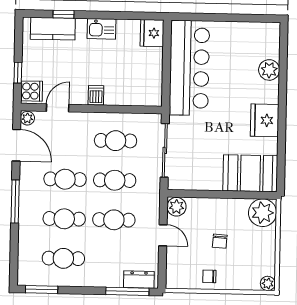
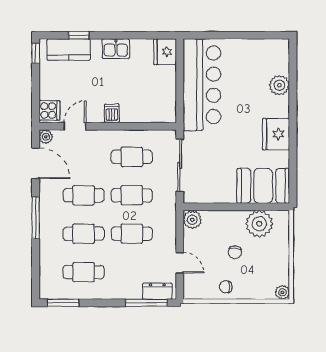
window: (18, 73) -> (36, 53), moved
plant: (263, 213) -> (259, 224), moved
door: (163, 235) -> (180, 263), moved

